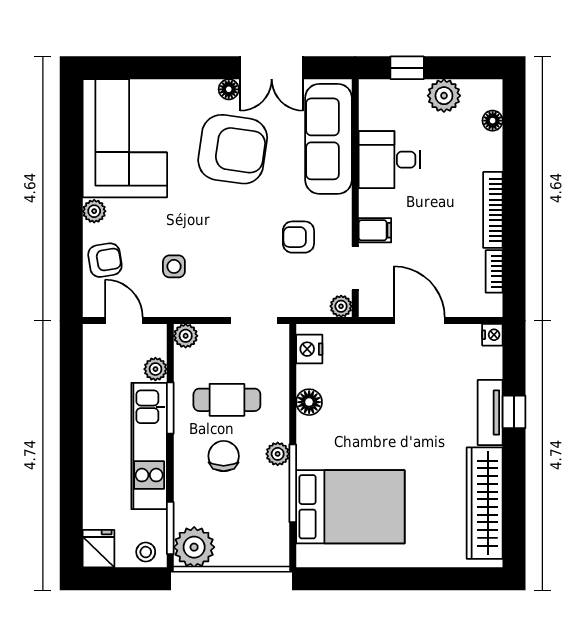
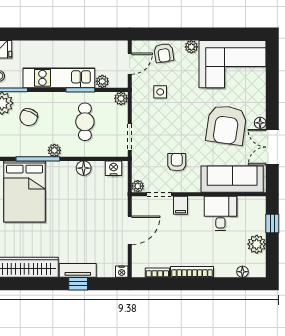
chair: (224, 456) -> (29, 117), moved, turned 114

